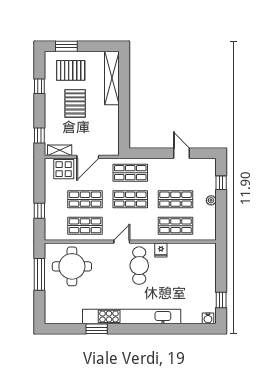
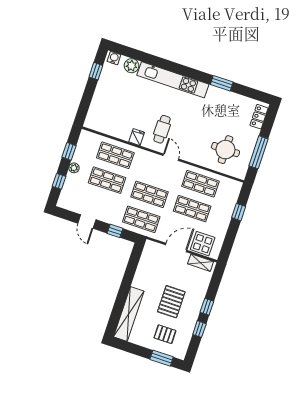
pallet: (71, 70) -> (165, 334), width x0.67, depth x0.71
window: (39, 136) -> (207, 307), moved
window: (152, 153) -> (115, 231), added
window: (221, 215) -> (69, 151), added
door: (122, 242) -> (171, 157), swing flipped
round table: (72, 266) -> (225, 150), width x0.73, depth x0.73
cafe table: (139, 266) -> (162, 129), width x0.73, depth x0.74
locker: (50, 309) -> (259, 117), added
kitchen unit: (132, 316) -> (173, 80), width x0.73
plant: (189, 317) -> (132, 66), added

